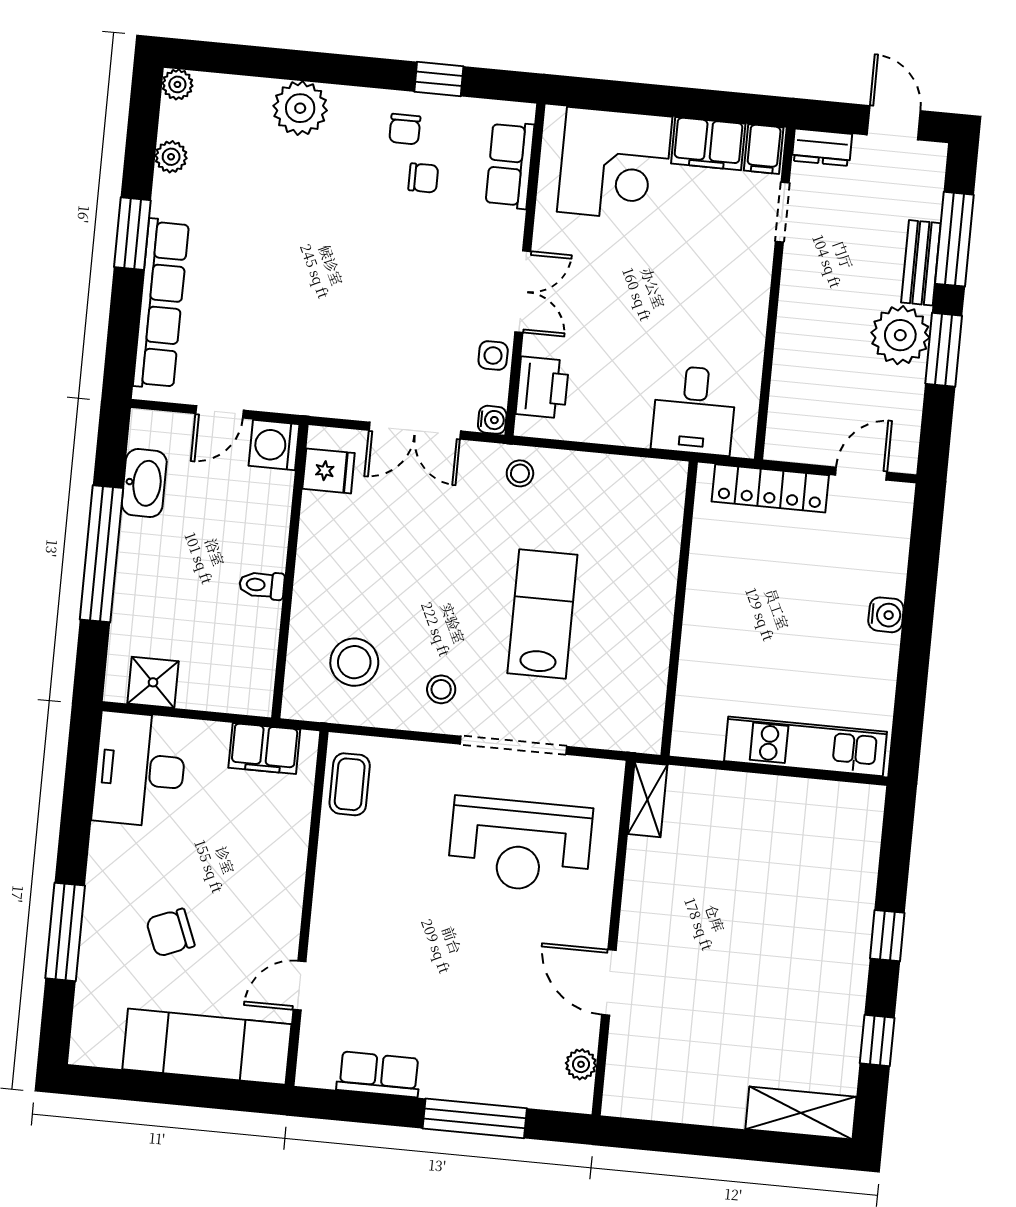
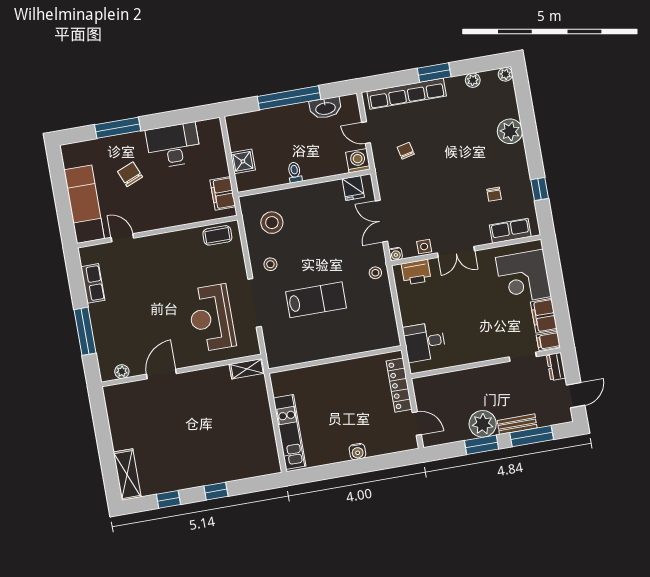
chair: (405, 129) -> (406, 151), moved, turned 77
shower: (153, 682) -> (243, 161), moved
desk: (140, 770) -> (173, 145), moved

